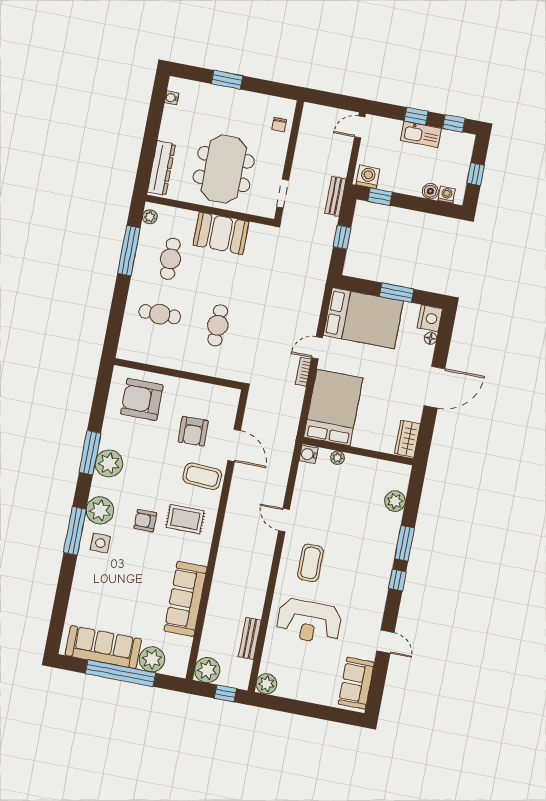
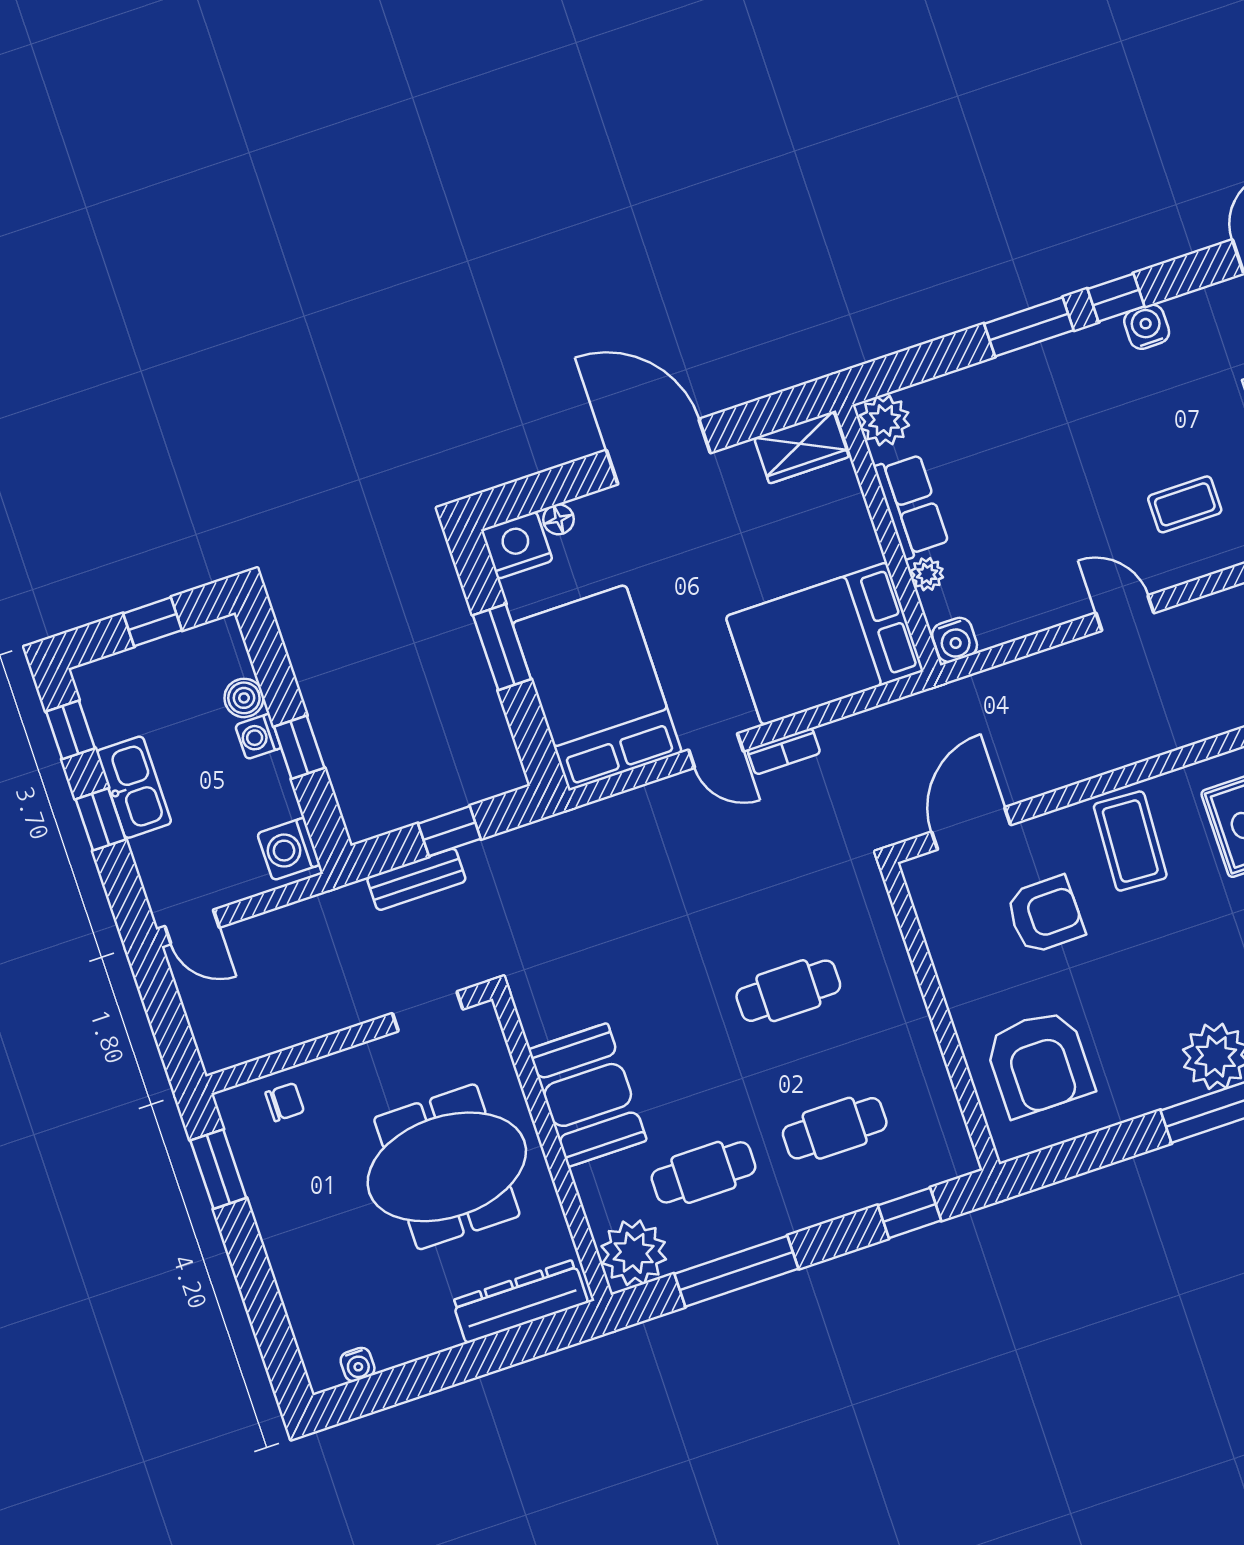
window: (227, 80) -> (218, 1169), moved
washing machine: (447, 195) -> (258, 737), moved
bench: (335, 196) -> (416, 879), moved
window: (380, 197) -> (299, 747), moved
plant: (150, 217) -> (634, 1253), width x1.87, depth x1.87
cafe table: (160, 314) -> (835, 1128), turned 90
window: (115, 324) -> (909, 1213), added
door: (234, 445) -> (971, 828), moved
row of seats: (365, 466) -> (911, 506), added
plant: (395, 501) -> (884, 420), moved
door: (284, 520) -> (1125, 613), swing flipped
coffee table: (310, 563) -> (1185, 504), width x0.73, depth x0.77
water cooler: (381, 585) -> (1147, 327), added

